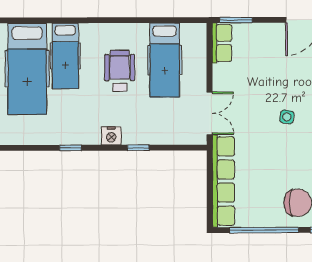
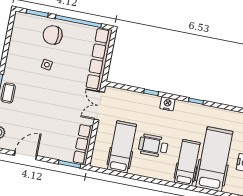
row of seats: (222, 43) -> (83, 144), width x1.48
wheelchair: (120, 71) -> (153, 146), turned 90
side table: (287, 117) -> (47, 65), moved

